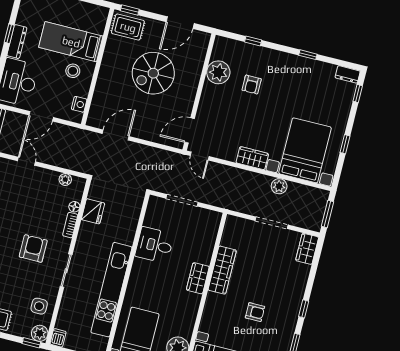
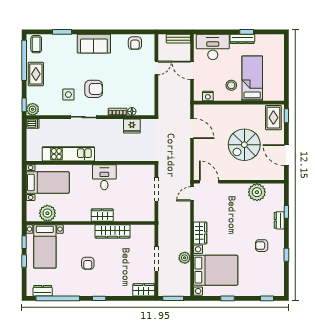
spiral stairs: (153, 73) -> (244, 145), turned -90
dresser: (348, 74) -> (279, 220), moved
armchair: (252, 85) -> (262, 246), moved
plant: (65, 179) -> (150, 100), removed
desk: (154, 245) -> (104, 177), moved
kitchen unit: (111, 290) -> (68, 154), width x0.73
side table: (39, 306) -> (68, 95), moved

